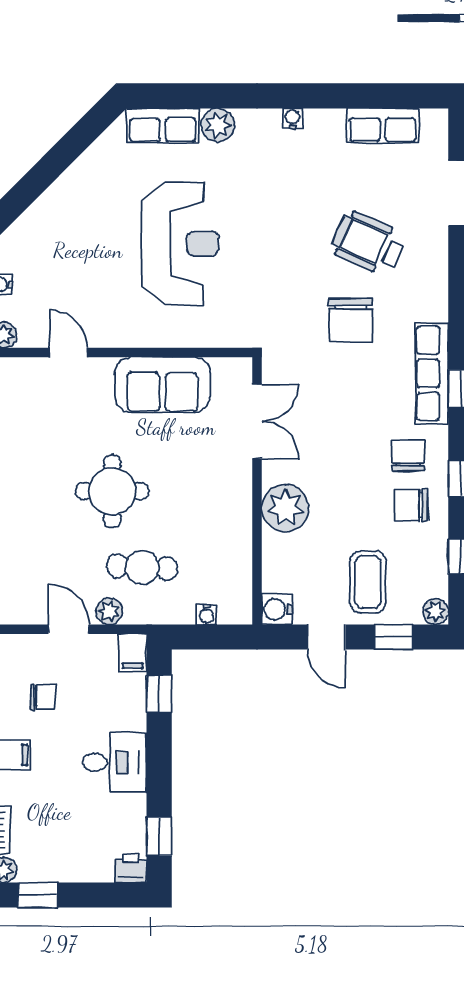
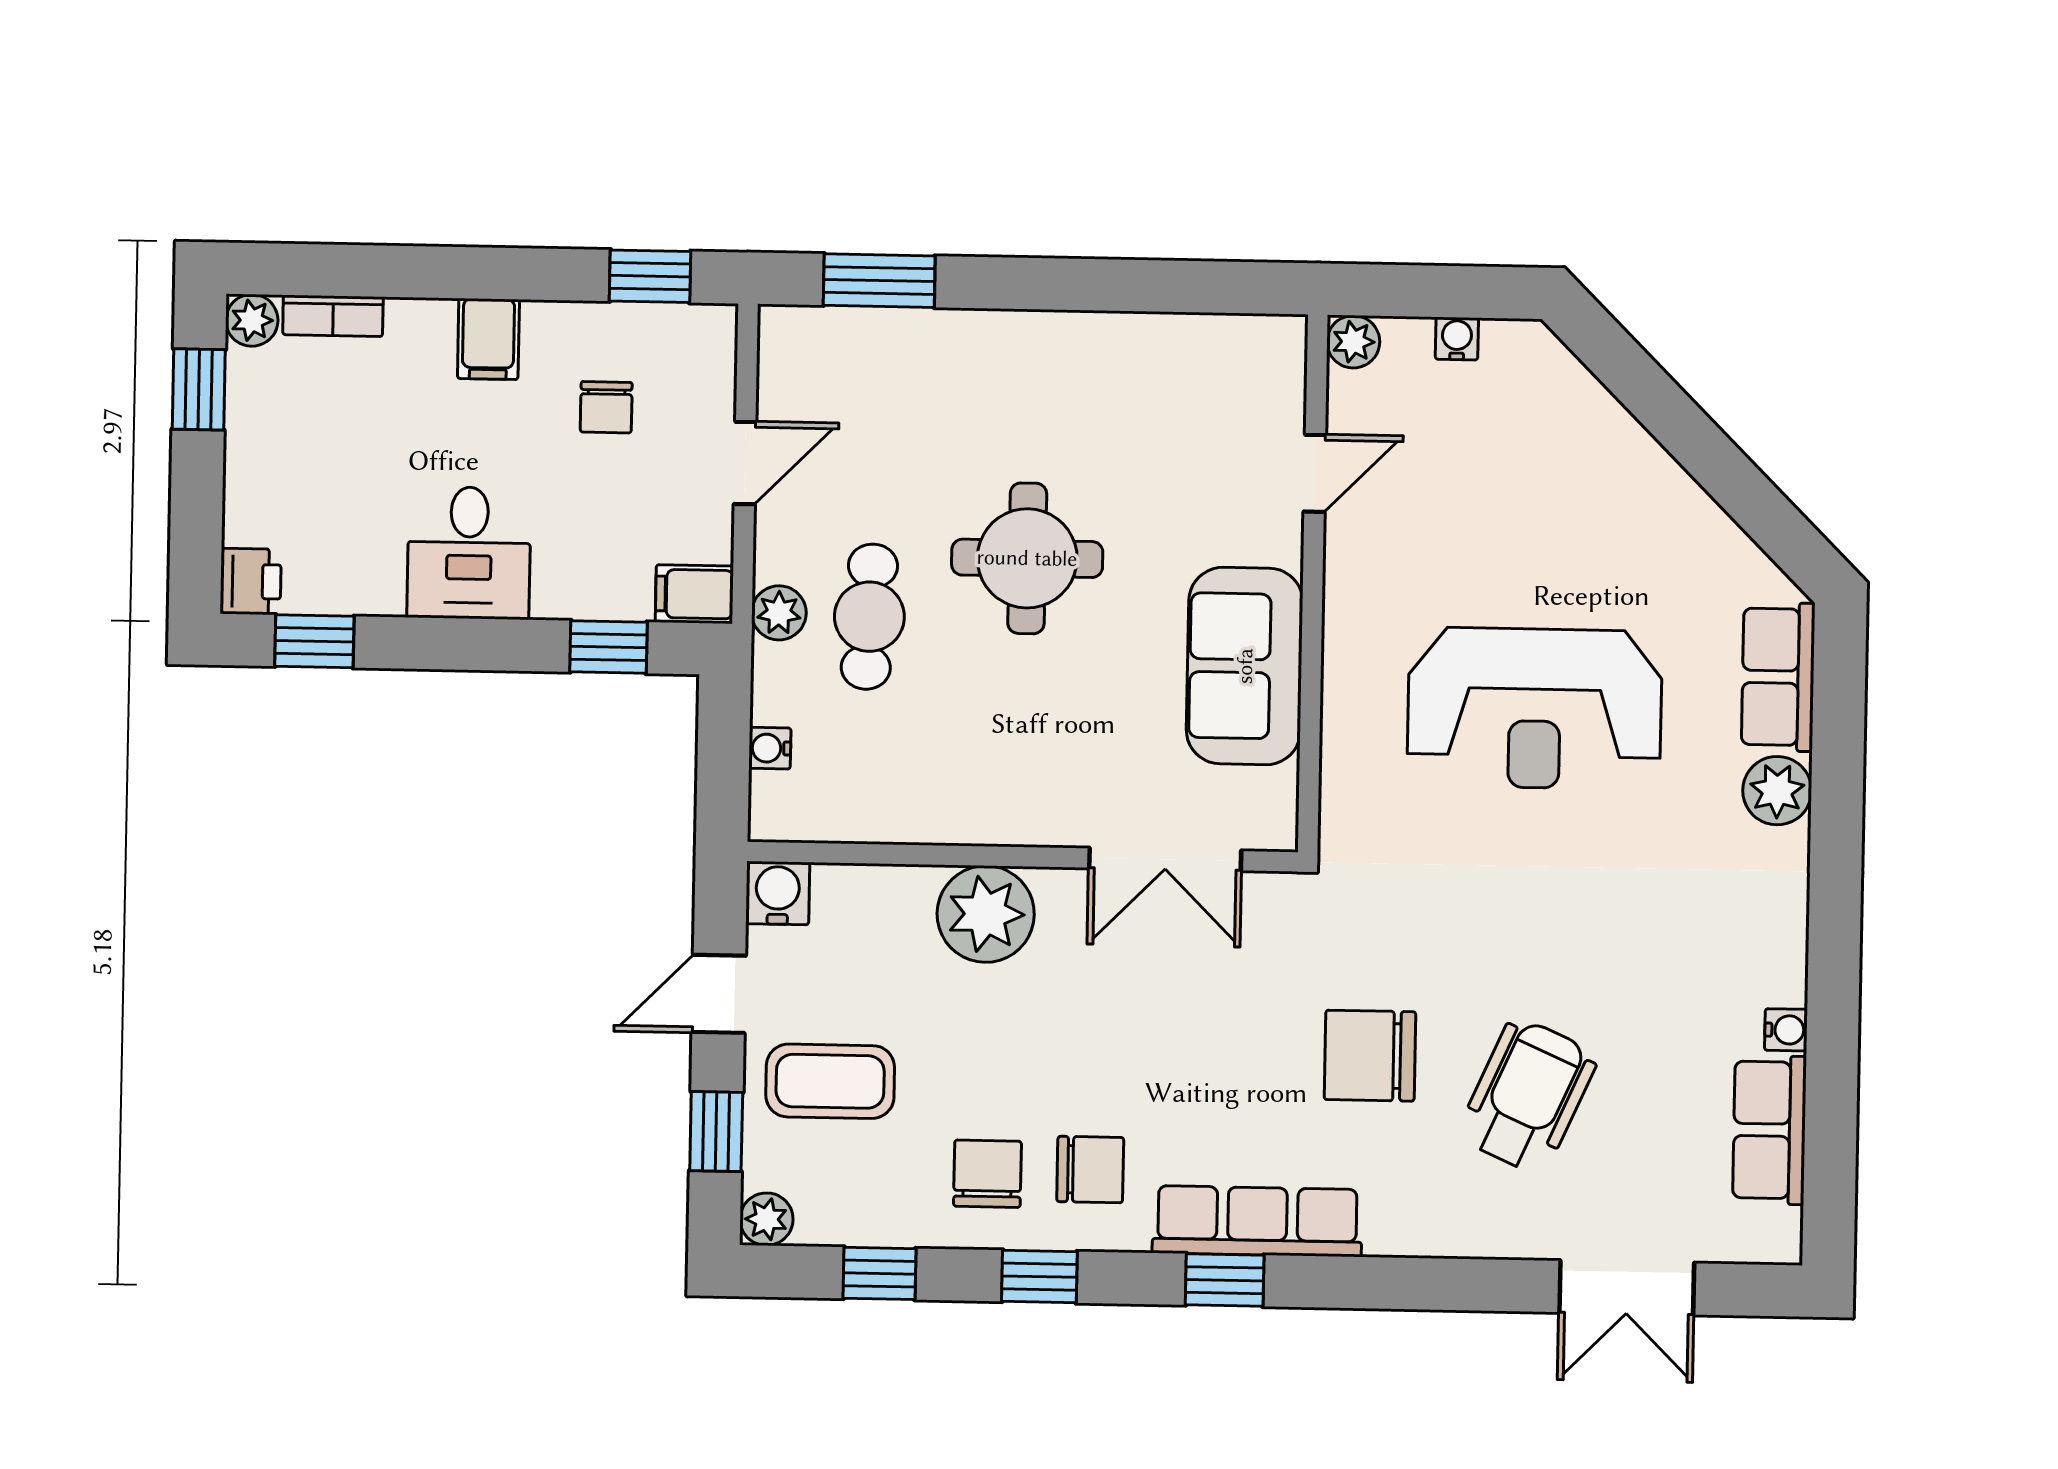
water cooler: (293, 119) -> (1786, 1030), moved
plant: (109, 611) -> (779, 613), moved

